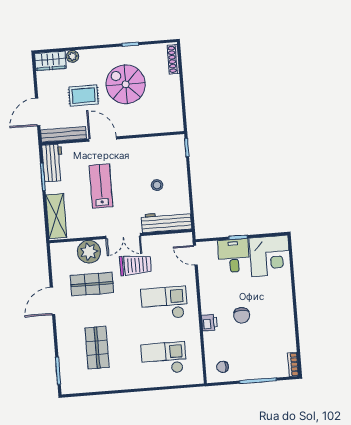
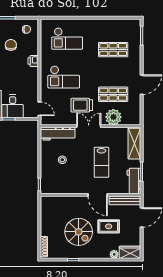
chair: (242, 315) -> (11, 45), moved
shop shelf: (97, 348) -> (113, 50), turned 90

